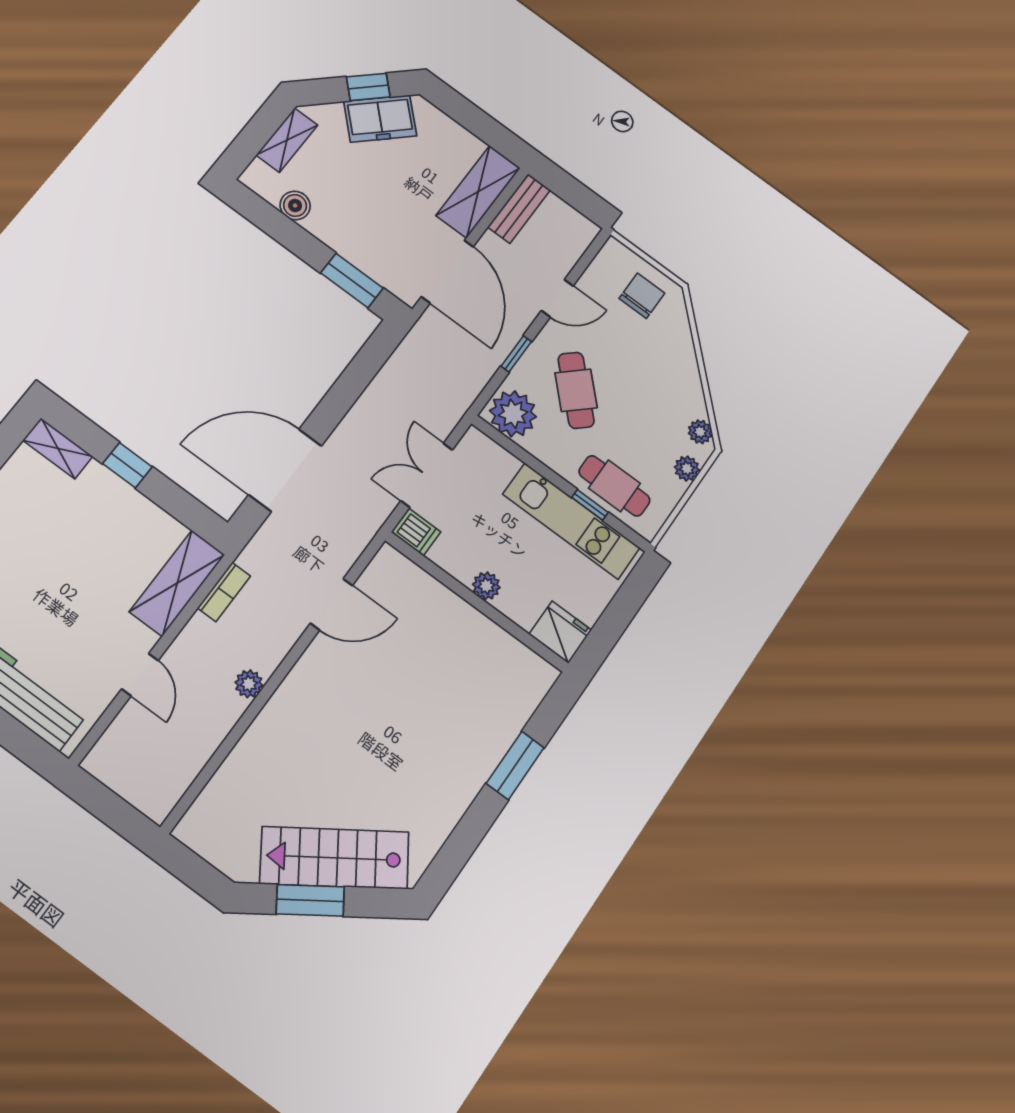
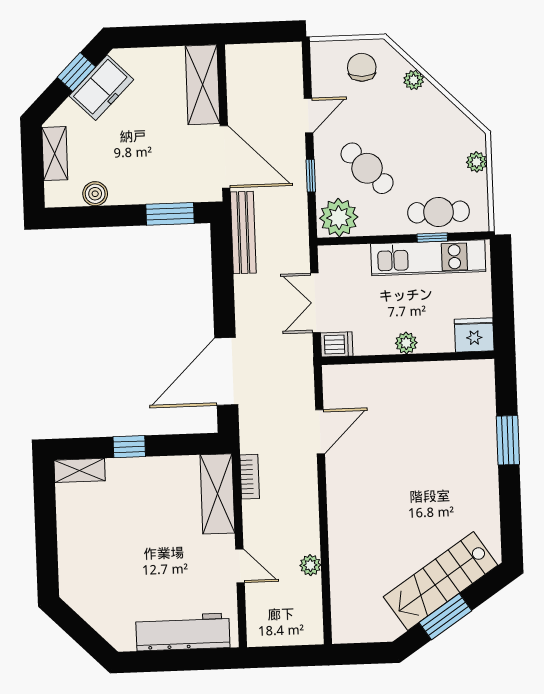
bench: (519, 209) -> (243, 232), moved, width x1.36
plant: (700, 432) -> (414, 80), moved
plant: (249, 684) -> (310, 565), moved

